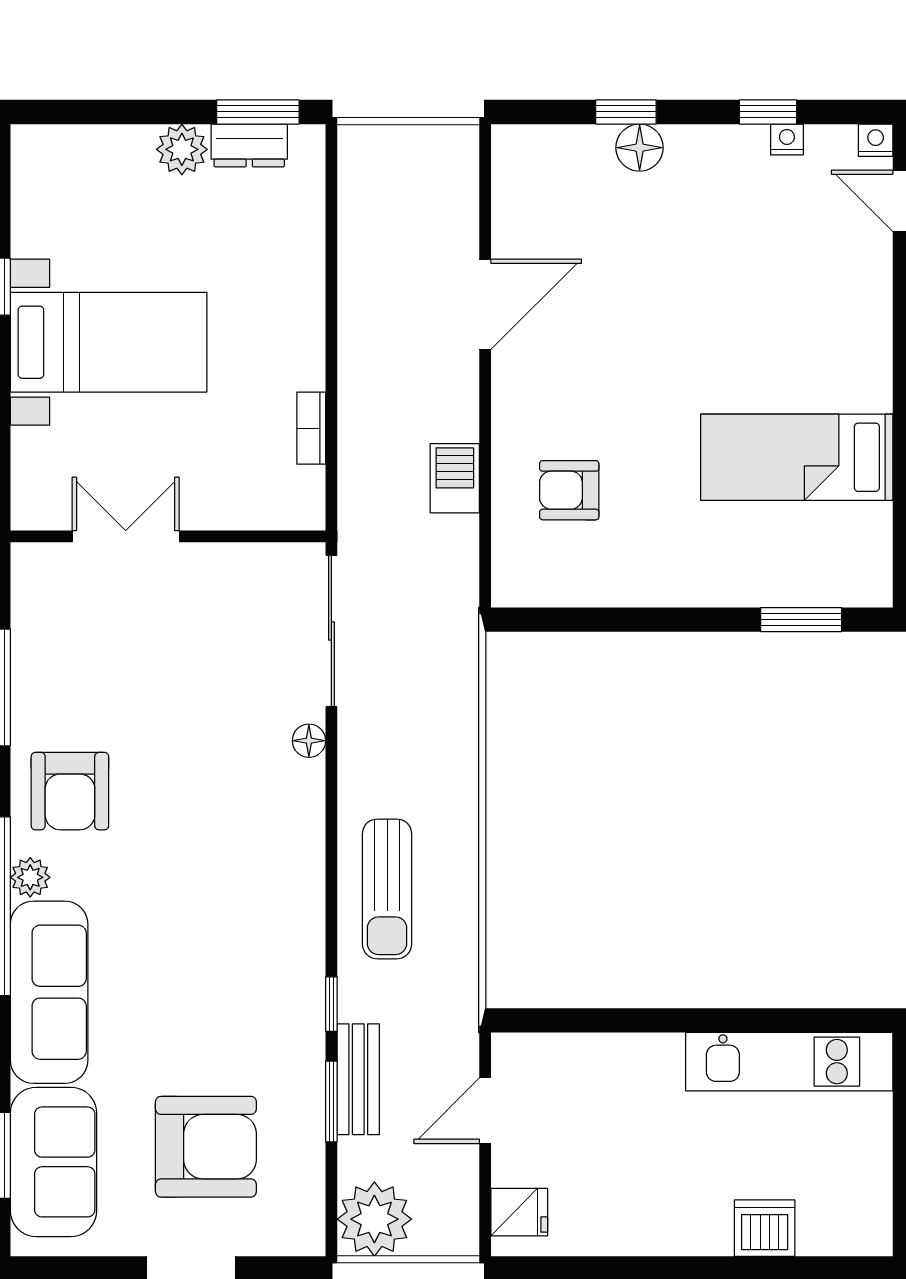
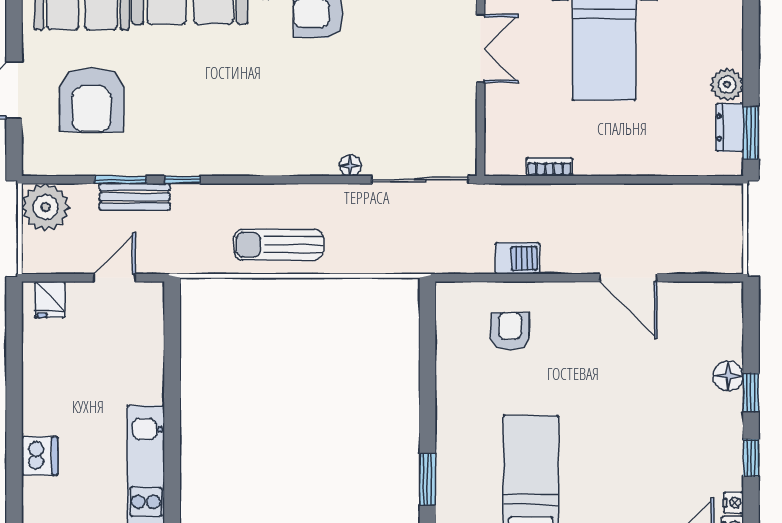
window: (626, 112) -> (751, 393), moved
nightstand: (787, 139) -> (733, 503), moved
sun lounger: (387, 889) -> (278, 245), moved
door: (485, 1111) -> (114, 278), hinge flipped

